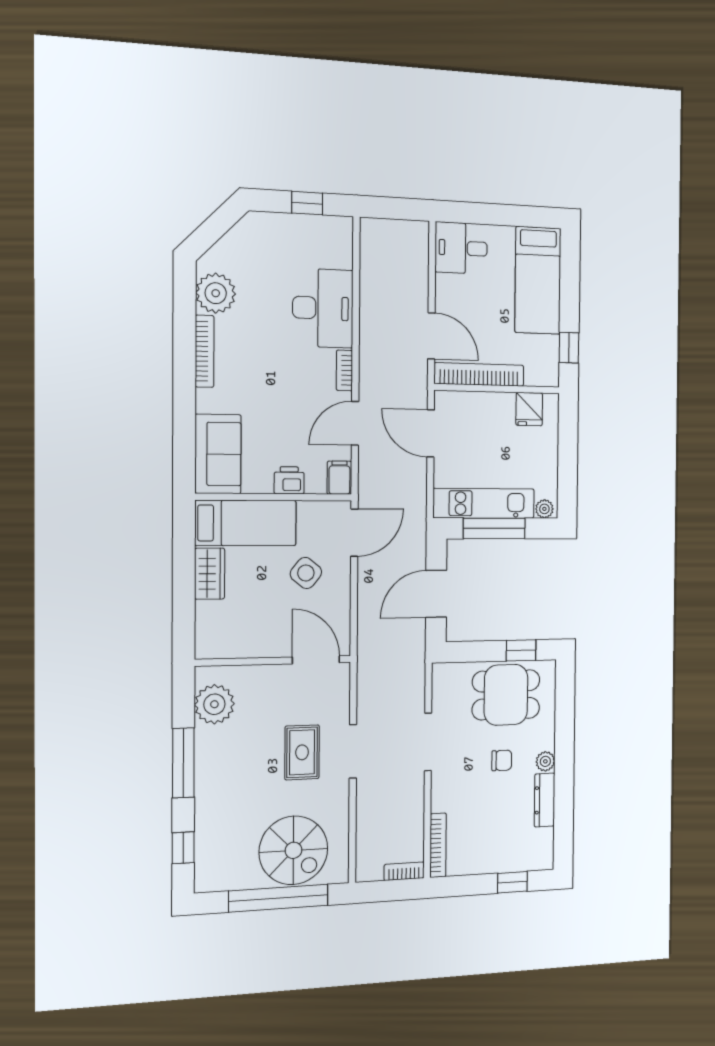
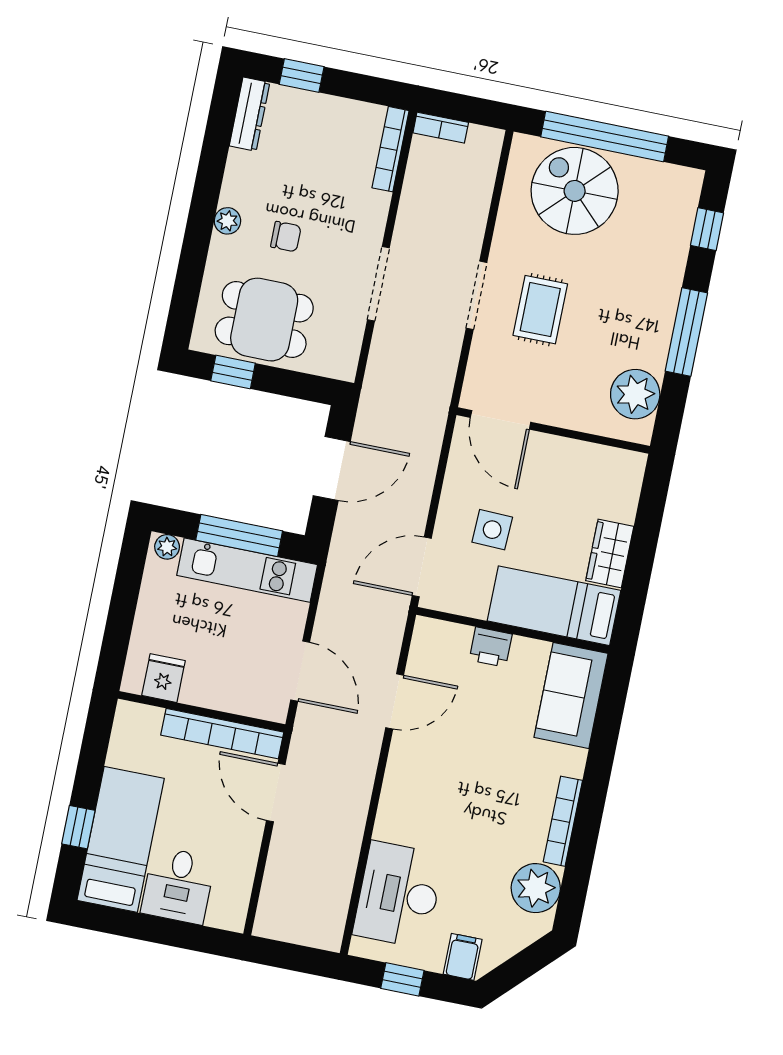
desk: (461, 248) -> (178, 885), moved, turned 90
desk: (323, 308) -> (399, 895), moved
window: (569, 348) -> (78, 827), moved
bookcase: (344, 370) -> (395, 769), removed
filing cabinet: (339, 478) -> (463, 957), moved, turned 180
side table: (306, 573) -> (492, 530), turned -37
chair: (502, 760) -> (286, 237), turned 180
dresser: (545, 800) -> (250, 114), moved

